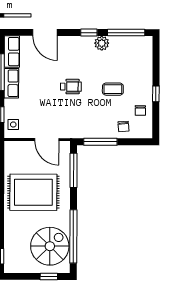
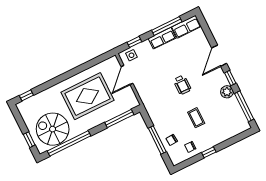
door: (45, 32) -> (219, 56), moved
door: (47, 140) -> (127, 75), moved
window: (100, 142) -> (157, 140), moved
rug: (33, 192) -> (87, 96), turned 90
spiral stairs: (50, 246) -> (53, 129), turned 180

